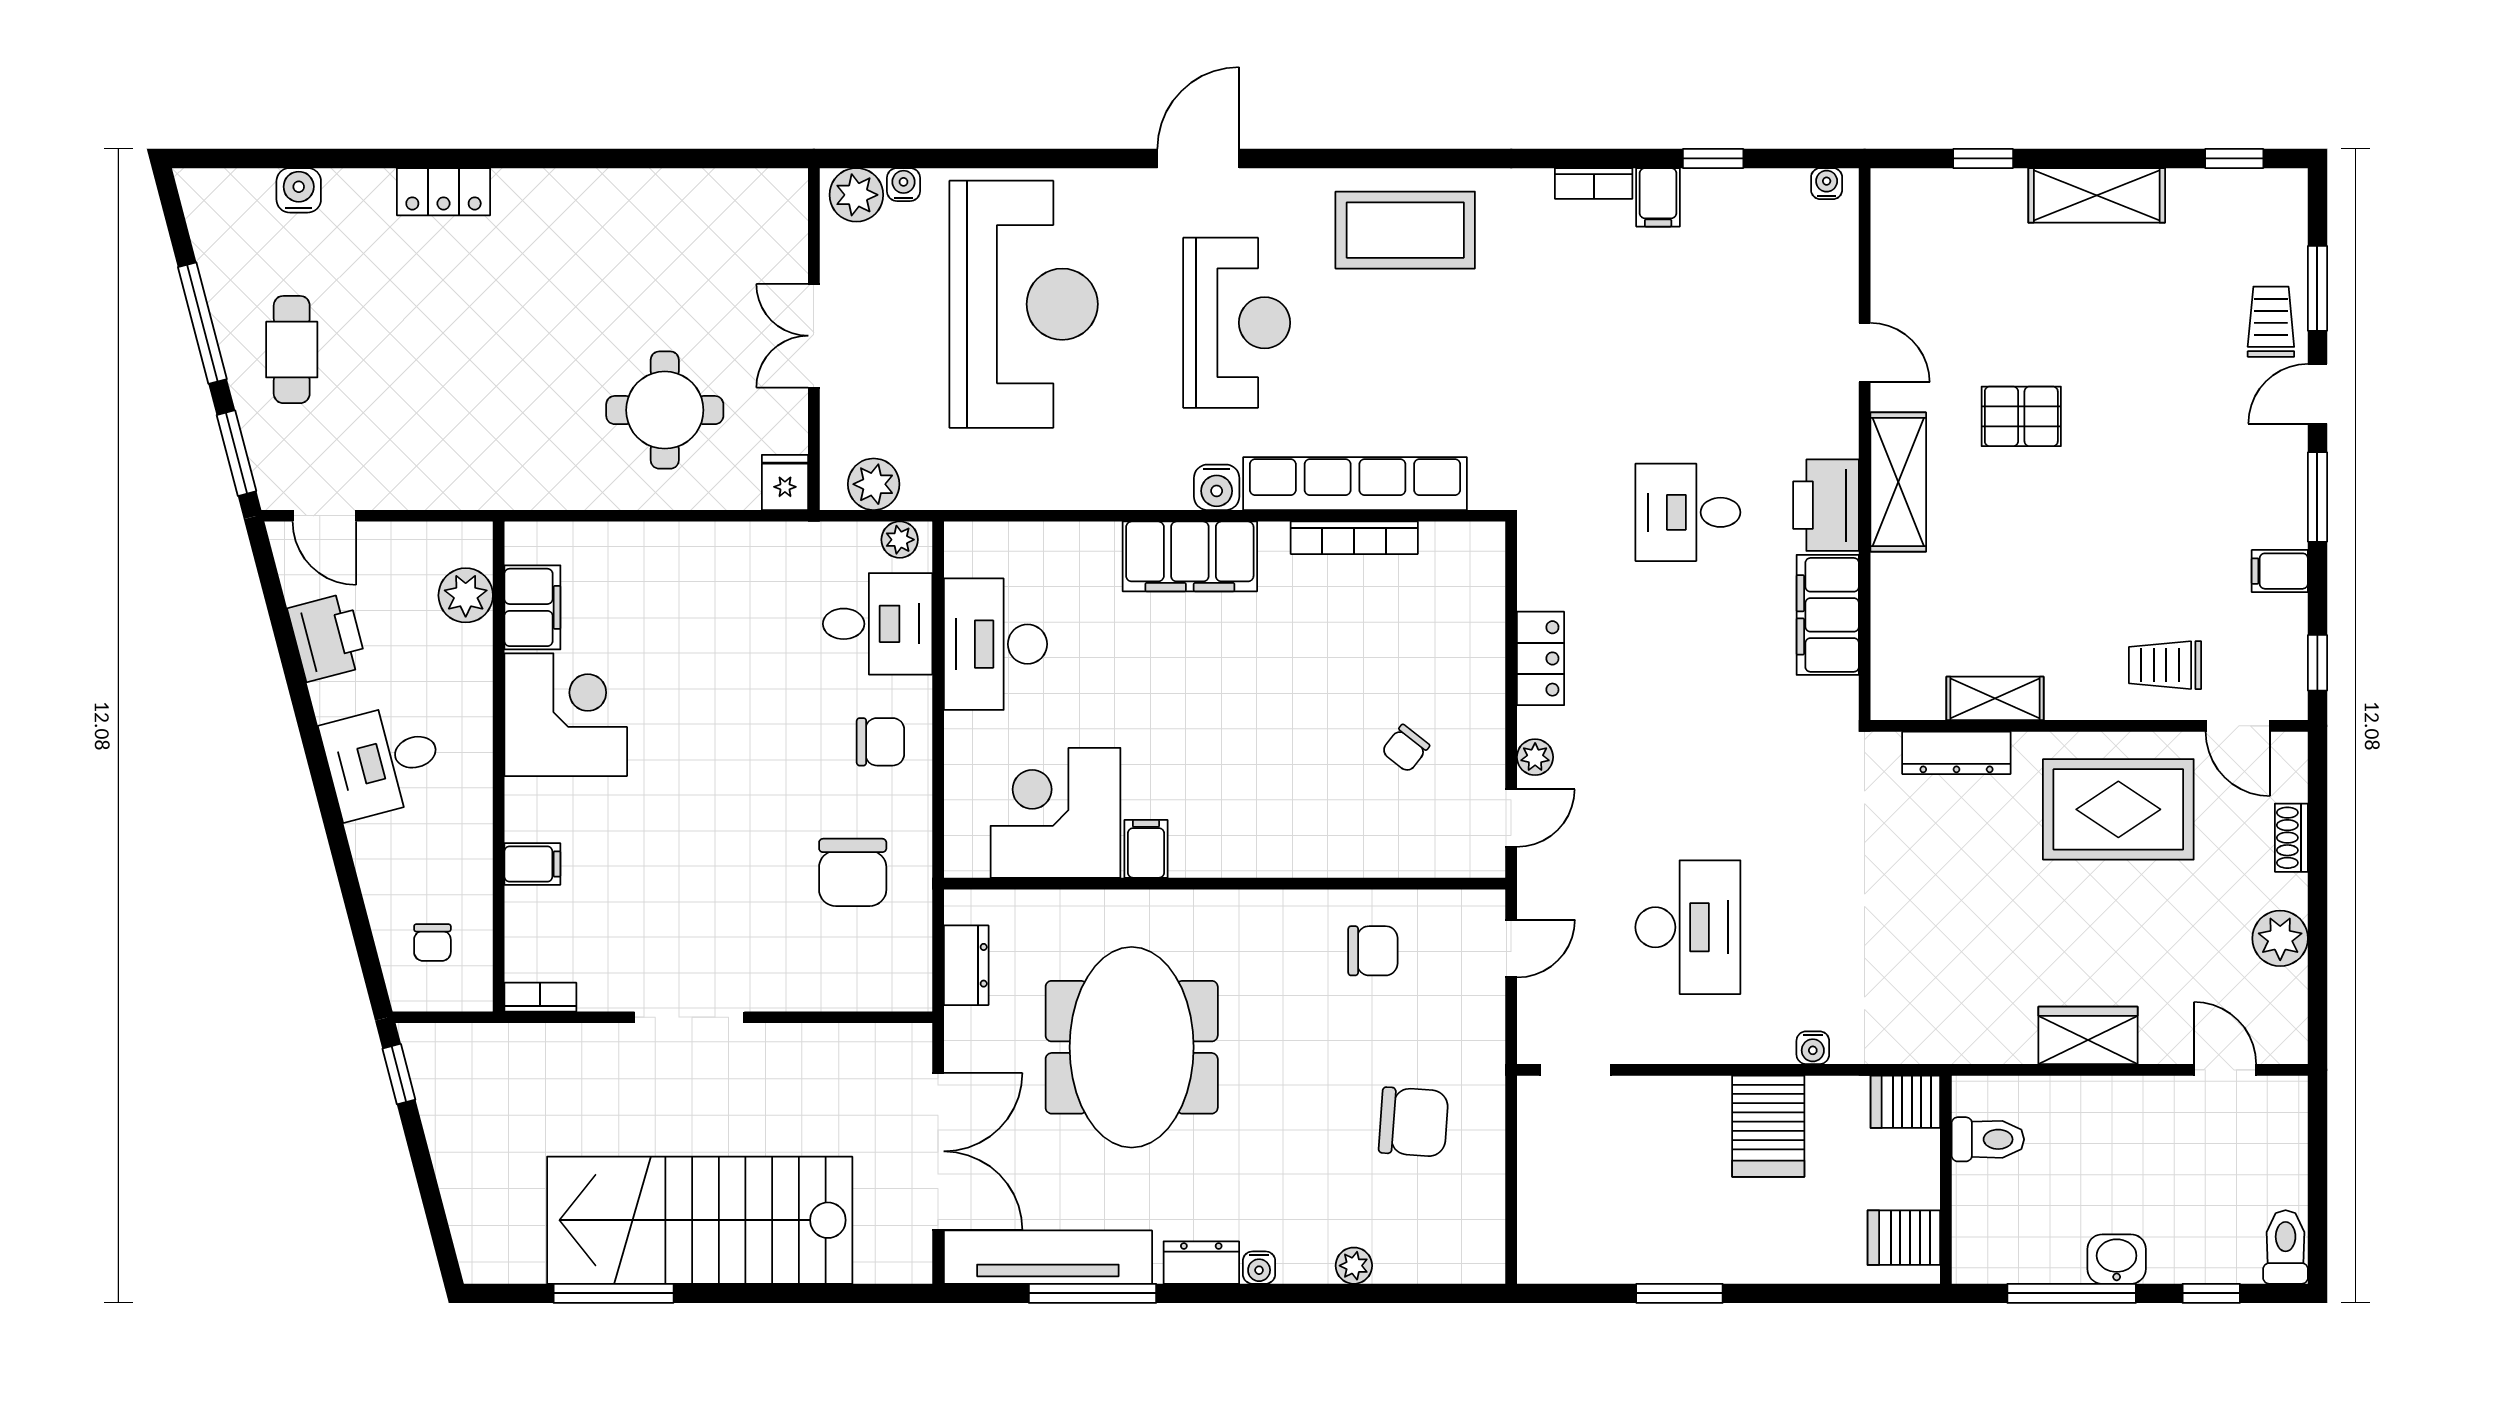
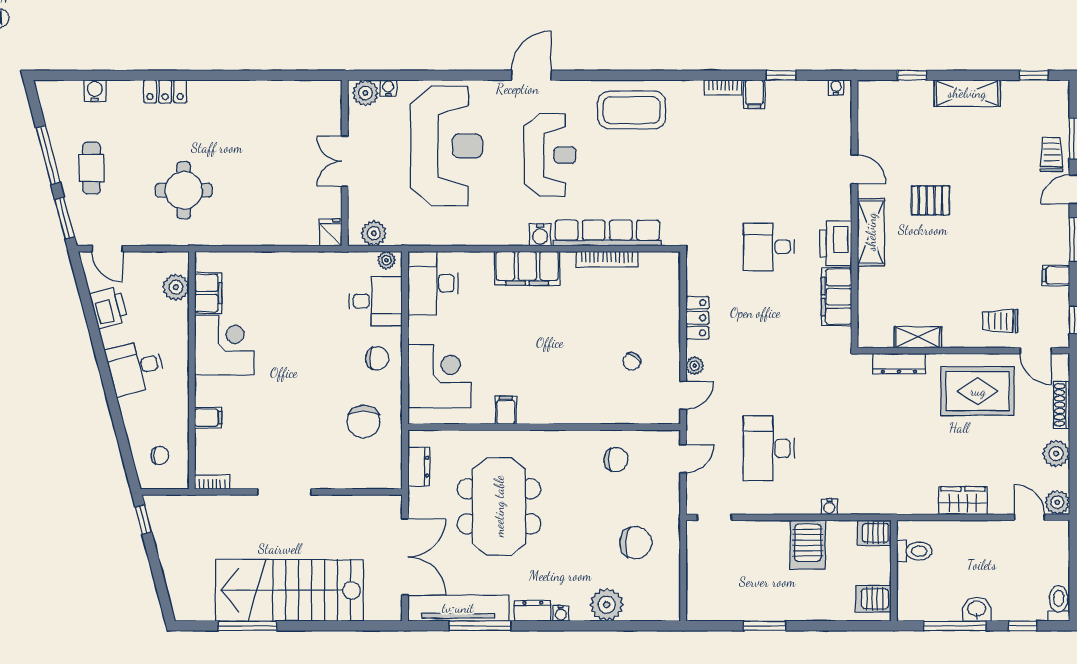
round table: (665, 410) -> (184, 190), moved
desk: (995, 644) -> (433, 283), moved
corner desk: (1055, 813) -> (439, 376), moved, turned 90
shoe rack: (2291, 838) -> (1062, 405), width x1.43
desk: (1688, 927) -> (769, 448), turned 180
chair: (432, 943) -> (160, 456), turned -90
plant: (2283, 1039) -> (1057, 502), added
plant: (1354, 1266) -> (607, 605), width x1.88, depth x1.88

